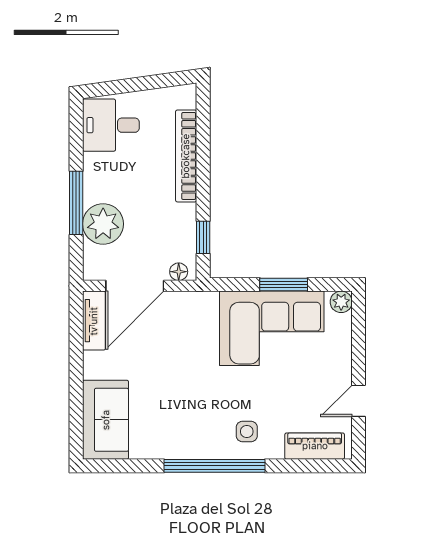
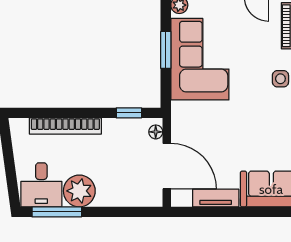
window: (76, 203) -> (57, 212), moved
plant: (103, 224) -> (79, 191), moved
tv unit: (94, 321) -> (216, 198), moved

